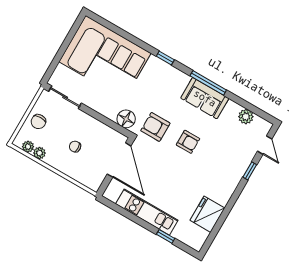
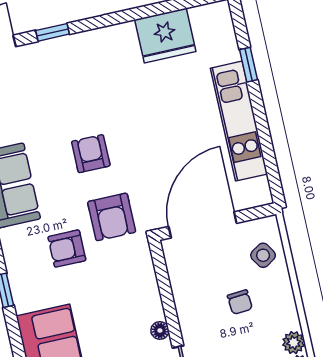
armchair: (159, 98) -> (67, 249), added
floor lamp: (126, 119) -> (160, 330), moved, width x0.53, depth x0.53
side table: (85, 173) -> (263, 255), added

